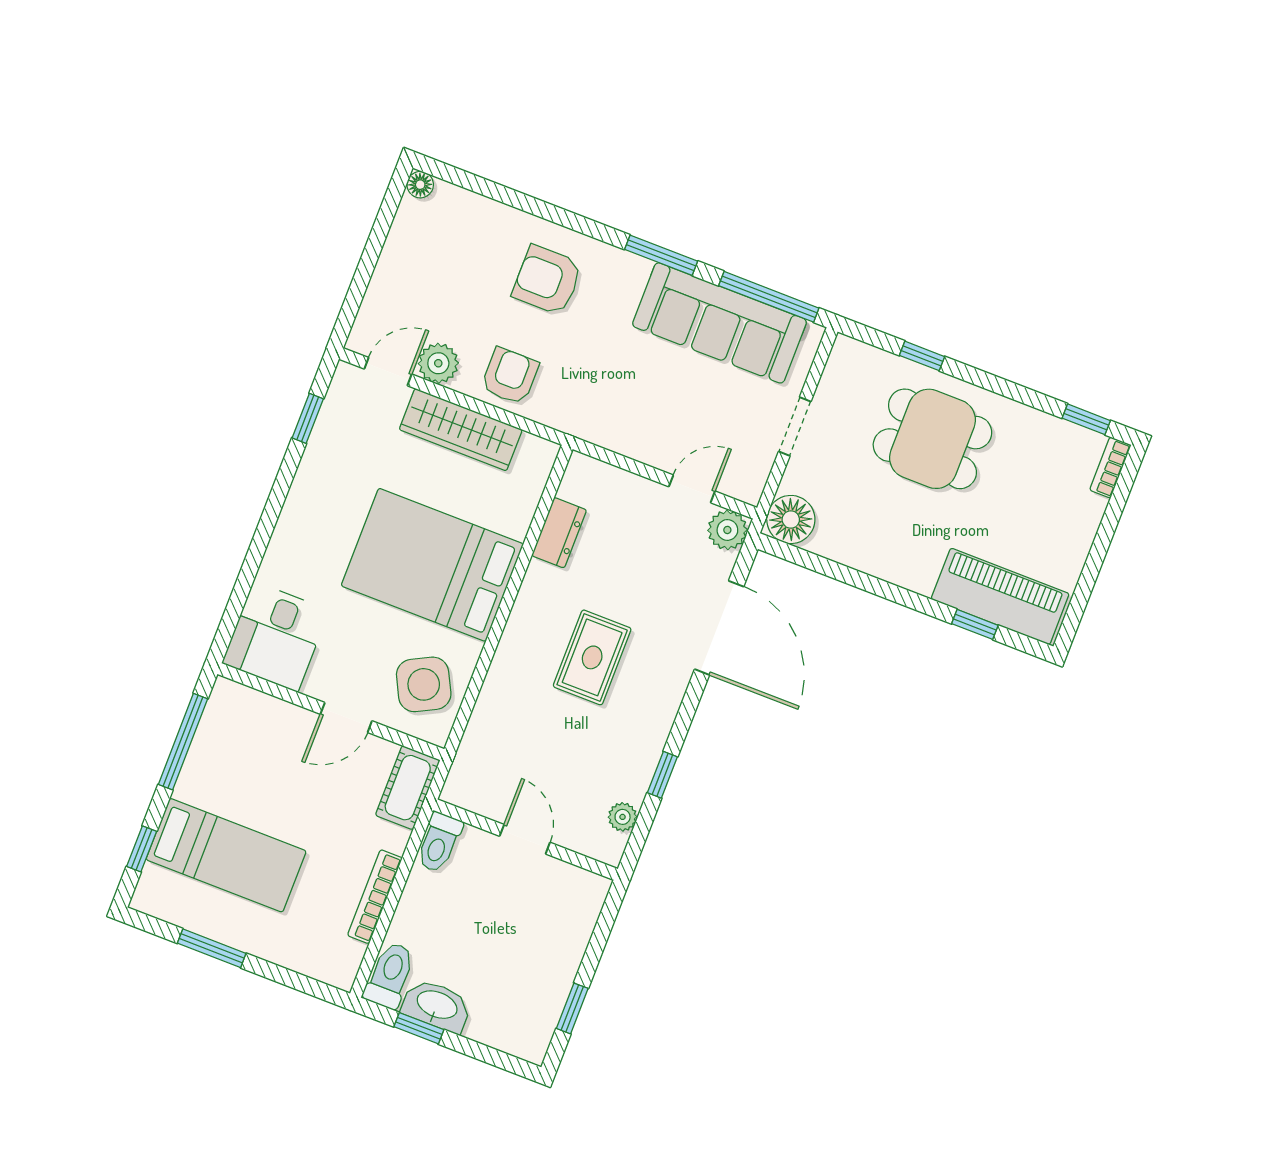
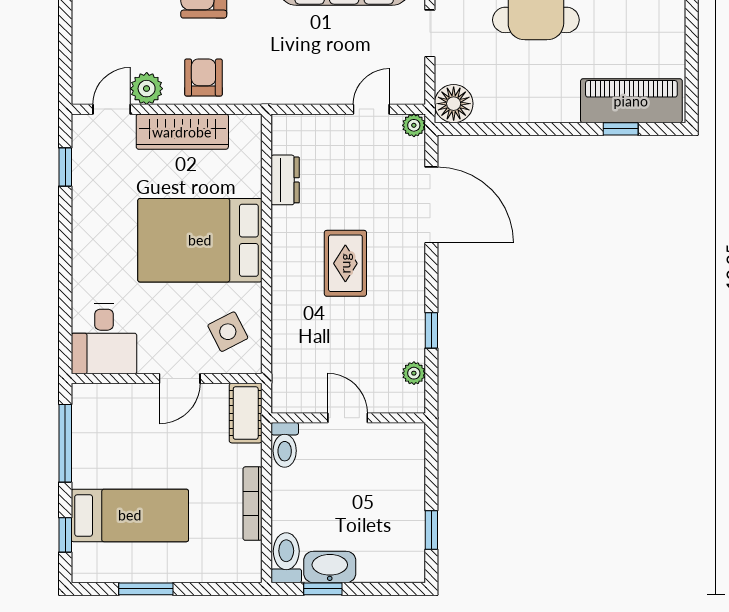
plant: (727, 530) -> (414, 125), width x0.73, depth x0.73
side table: (424, 684) -> (228, 332), width x0.73, depth x0.73

